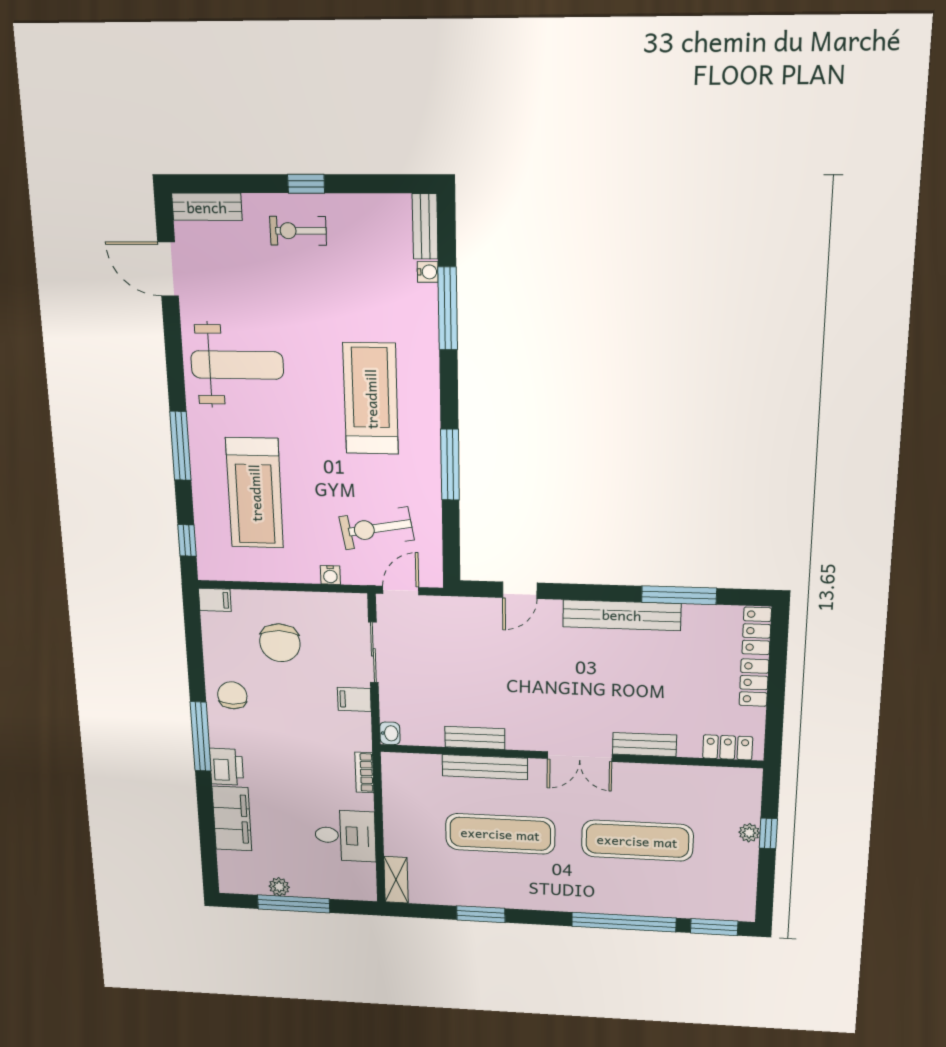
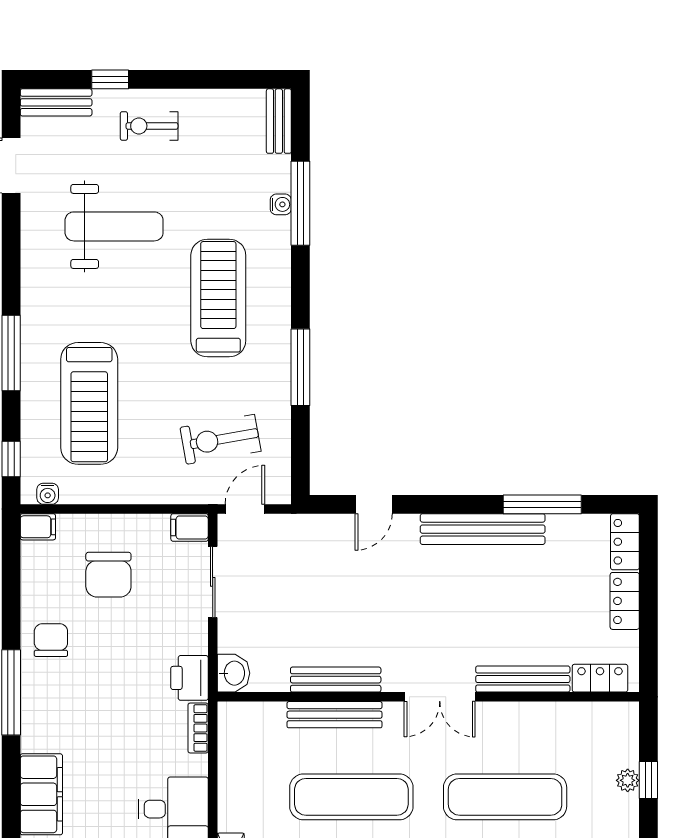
window: (306, 184) -> (110, 79), moved
water cooler: (428, 272) -> (281, 204), moved
weight bench: (237, 365) -> (114, 226), moved
water cooler: (330, 575) -> (48, 494), moved
filing cabinet: (354, 699) -> (190, 528), moved
washbasin: (390, 733) -> (233, 673), width x1.38, depth x1.45
bench: (475, 738) -> (336, 680), width x1.36
bench: (644, 745) -> (523, 679), width x1.36
printer: (226, 767) -> (189, 678), moved, turned 180

